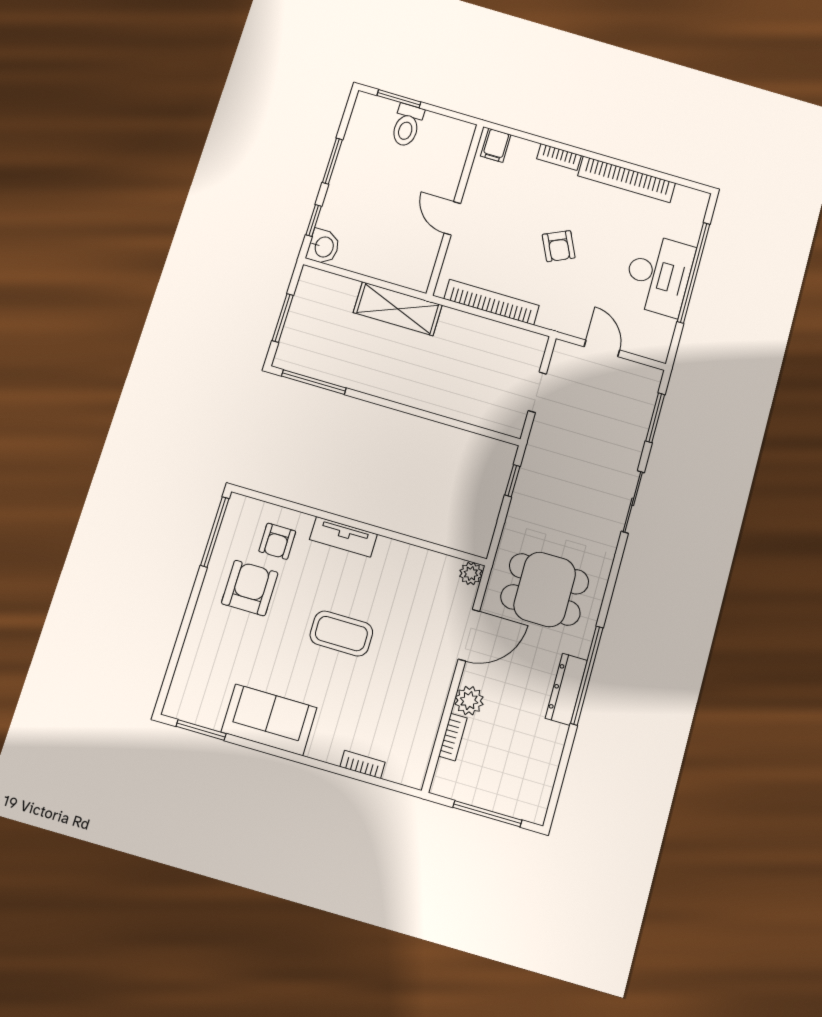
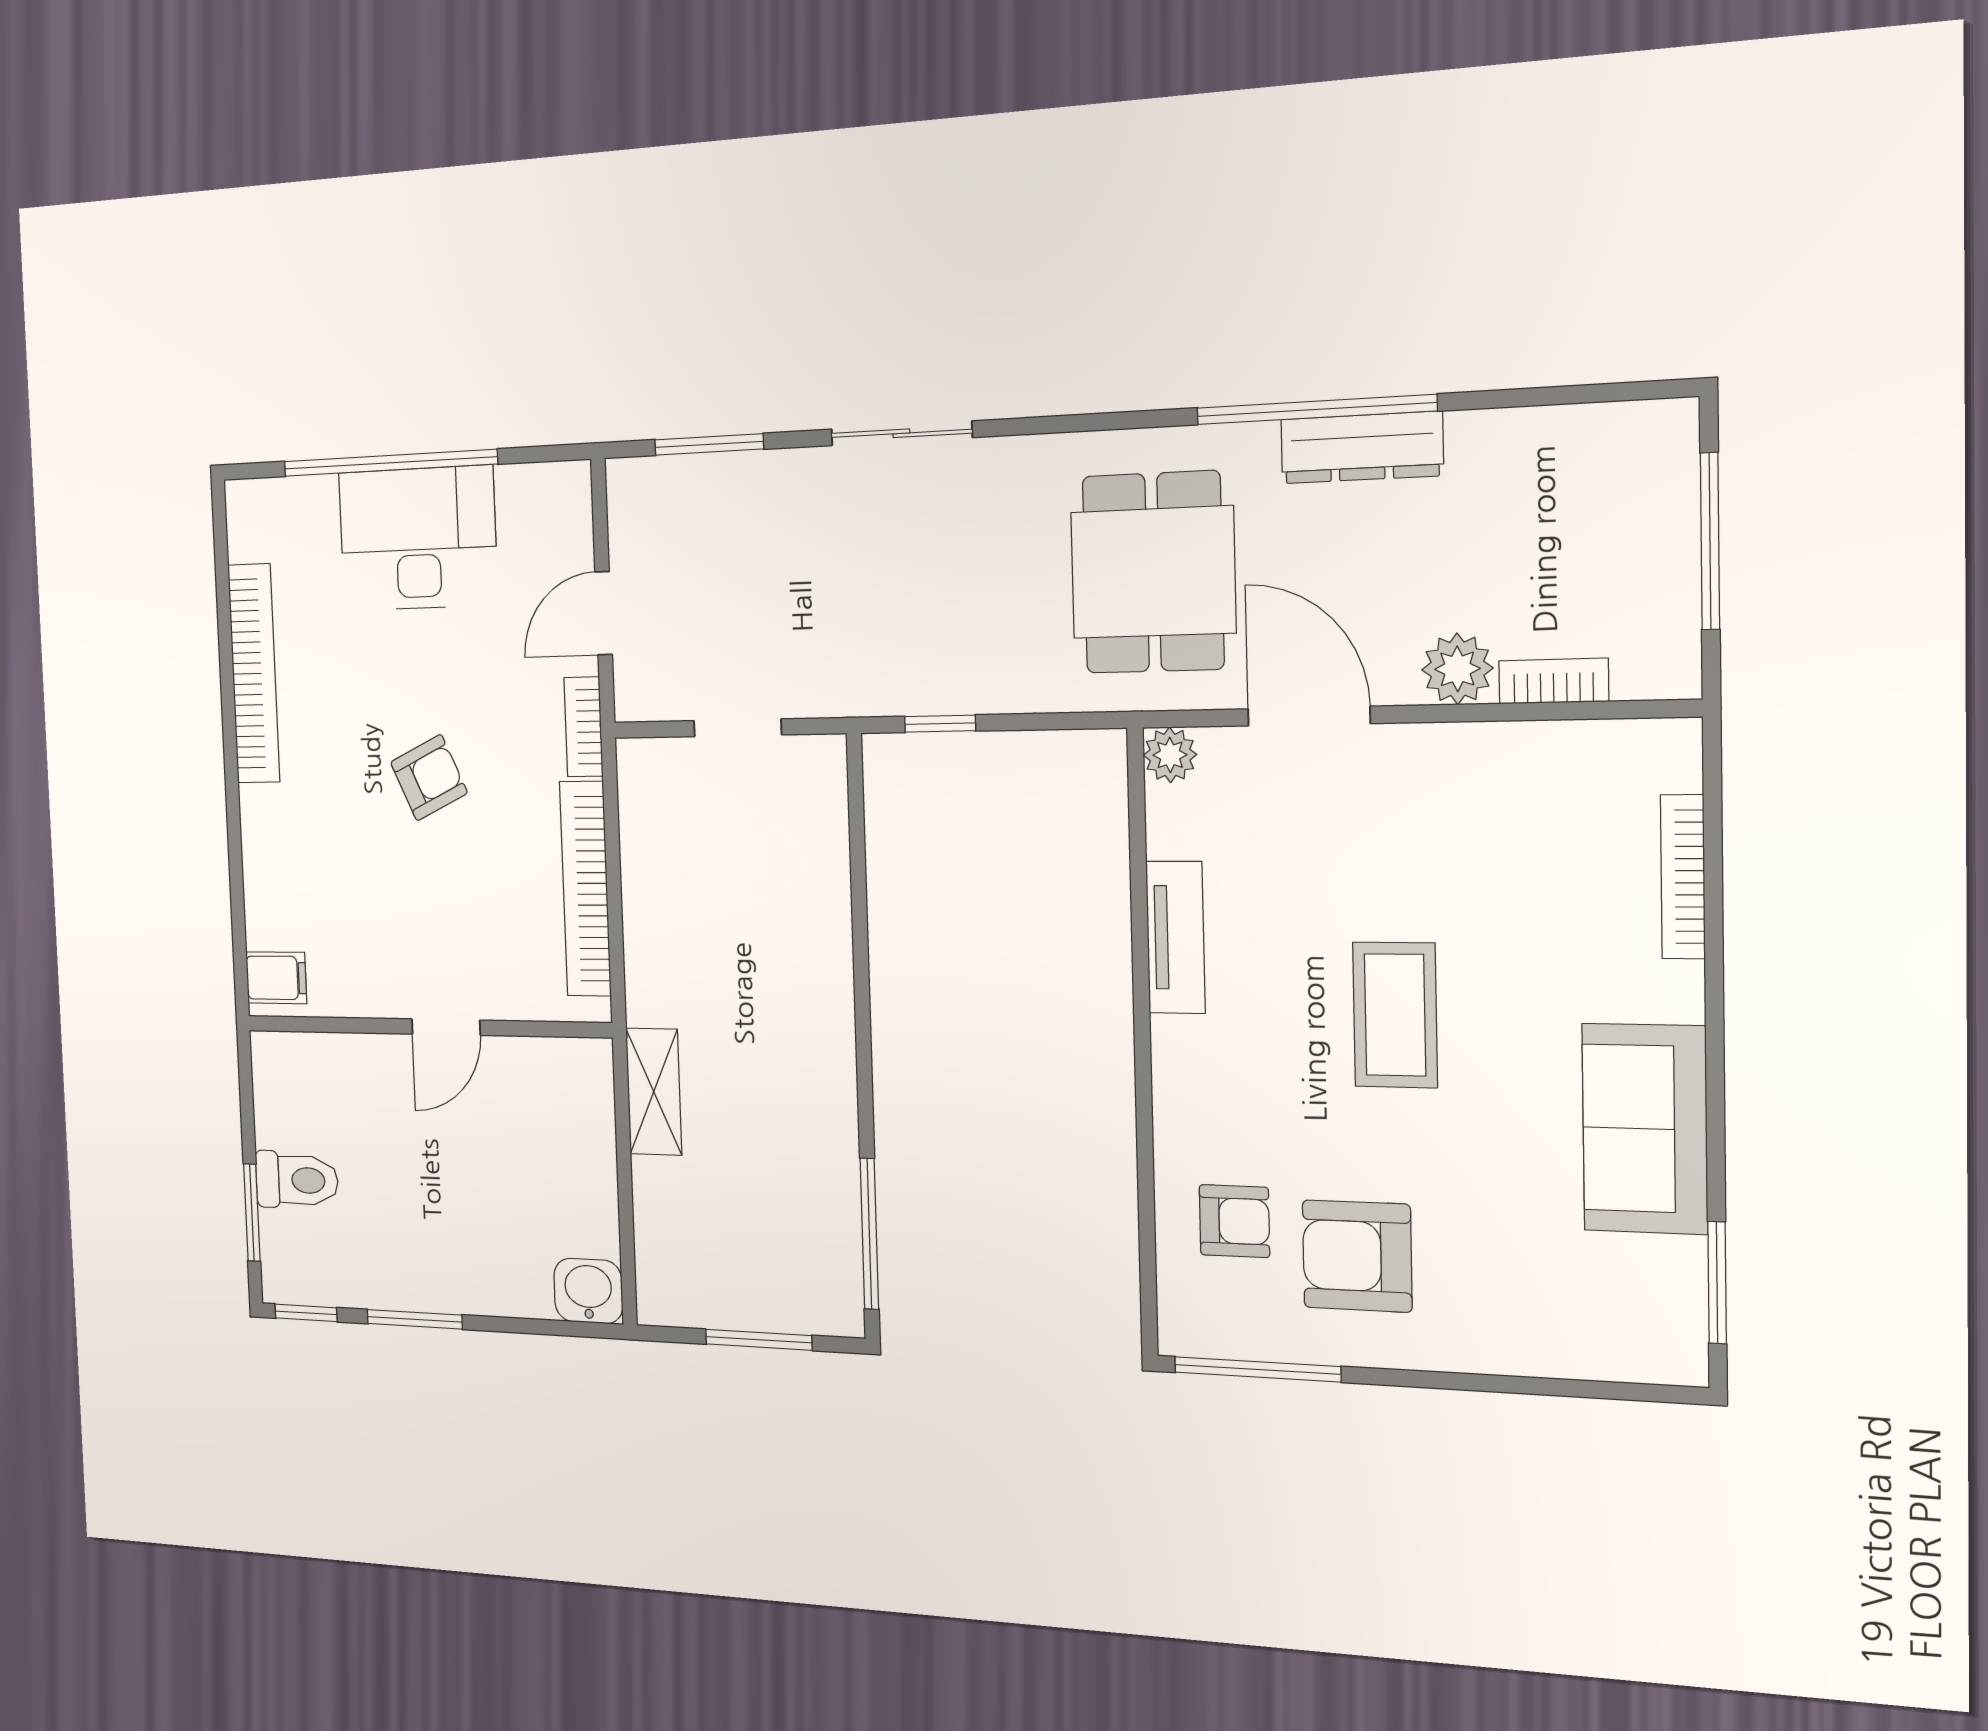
bookcase: (559, 157) -> (583, 727), moved, turned 180
window: (314, 220) -> (306, 1313), moved
shelving: (398, 309) -> (654, 1092), width x0.67, depth x0.75
tv unit: (343, 537) -> (1175, 937), moved
bookcase: (363, 764) -> (1683, 877), width x1.56

